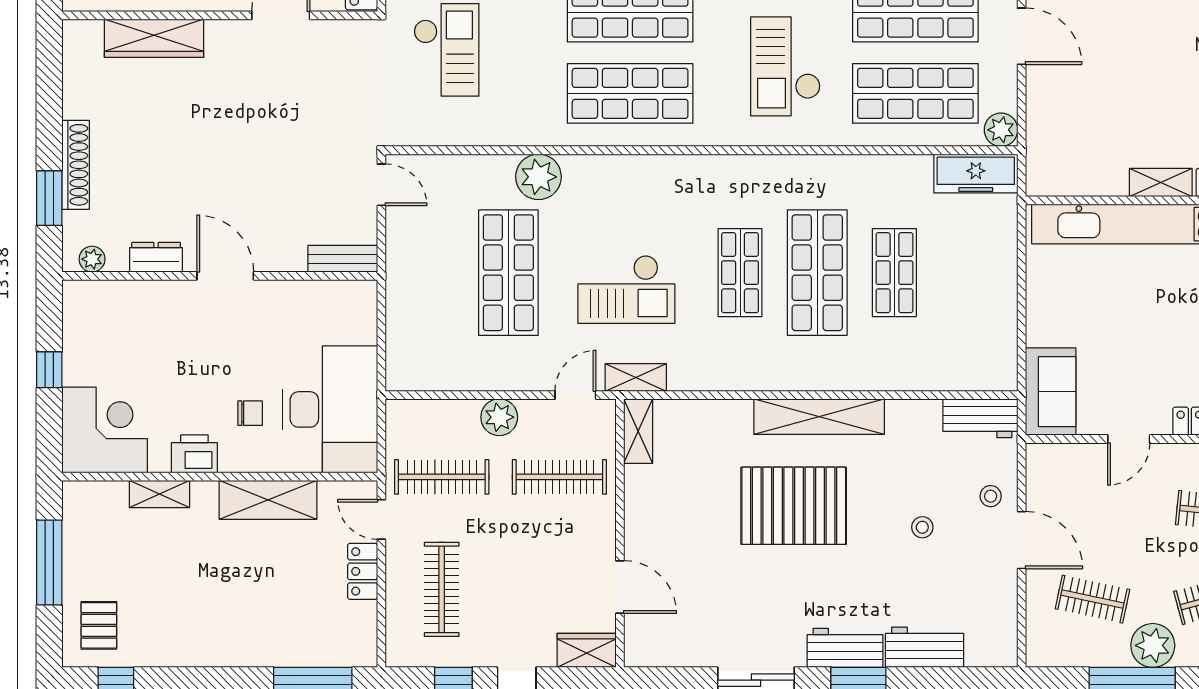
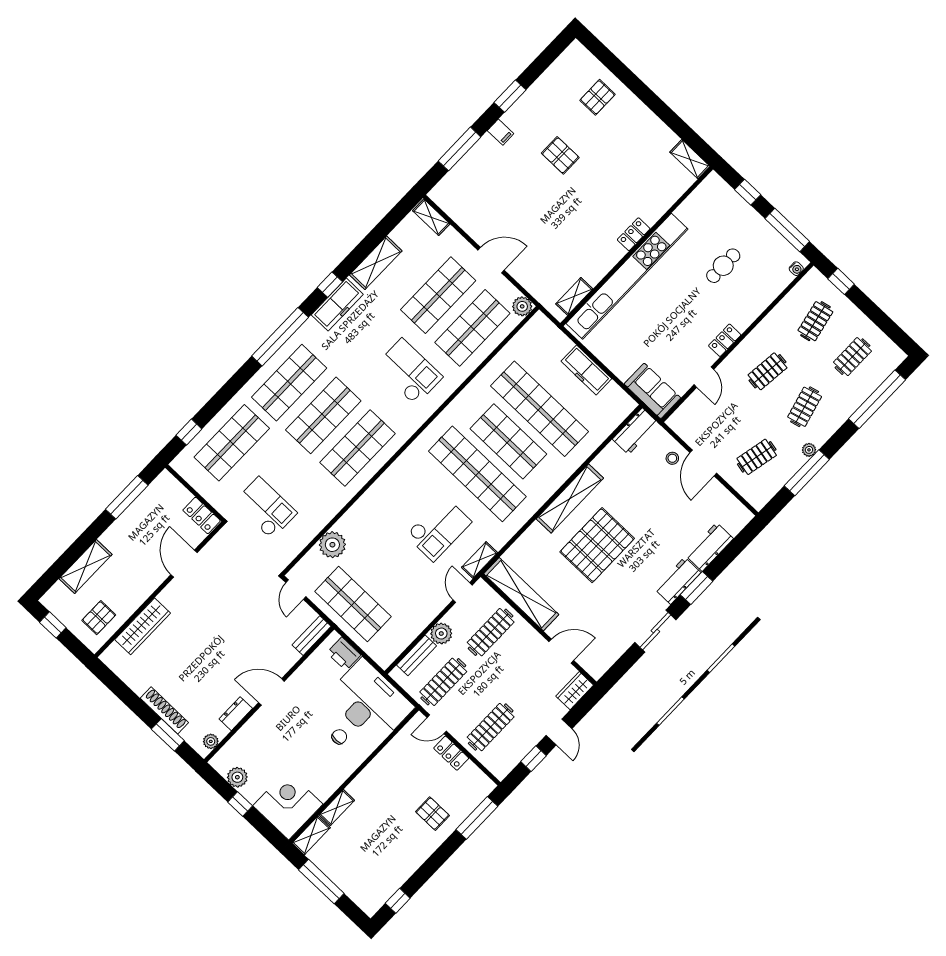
checkout: (785, 66) -> (409, 372), turned 180
freezer: (976, 174) -> (586, 370), moved, turned 90
plant: (538, 177) -> (332, 545), moved
shelving: (1161, 183) -> (574, 296), moved
door: (381, 185) -> (296, 590), swing flipped
shop shelf: (508, 273) -> (353, 604), moved
shop shelf: (740, 273) -> (477, 474), width x2.00, depth x1.36
shop shelf: (894, 273) -> (539, 409), width x2.00, depth x1.36
plant: (79, 335) -> (237, 777), added
bench: (443, 412) -> (416, 655), added
shelving: (638, 431) -> (521, 594), width x2.20, depth x1.33
printer: (194, 454) -> (344, 654), moved, turned -90
shelving: (268, 500) -> (311, 835), moved, width x0.67, depth x0.75
stool: (922, 527) -> (658, 500), removed
door: (1022, 540) -> (703, 463), swing flipped
clothes rail: (442, 589) -> (491, 727), turned 90
pallet: (99, 625) -> (432, 814), moved
plant: (1153, 645) -> (809, 450), width x0.53, depth x0.53

